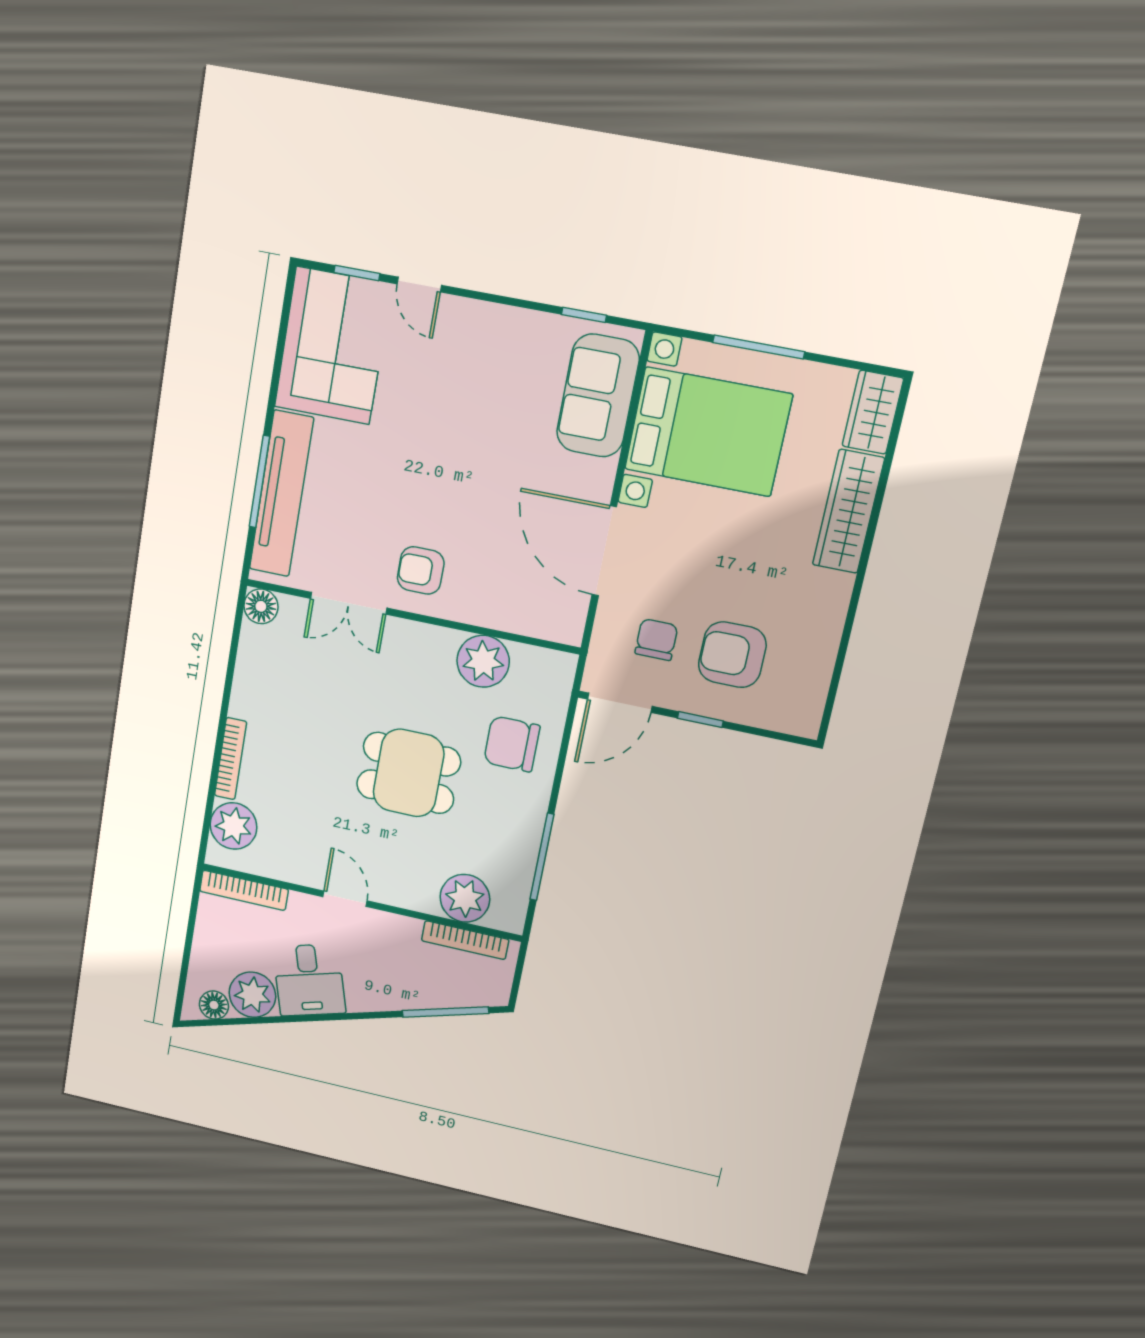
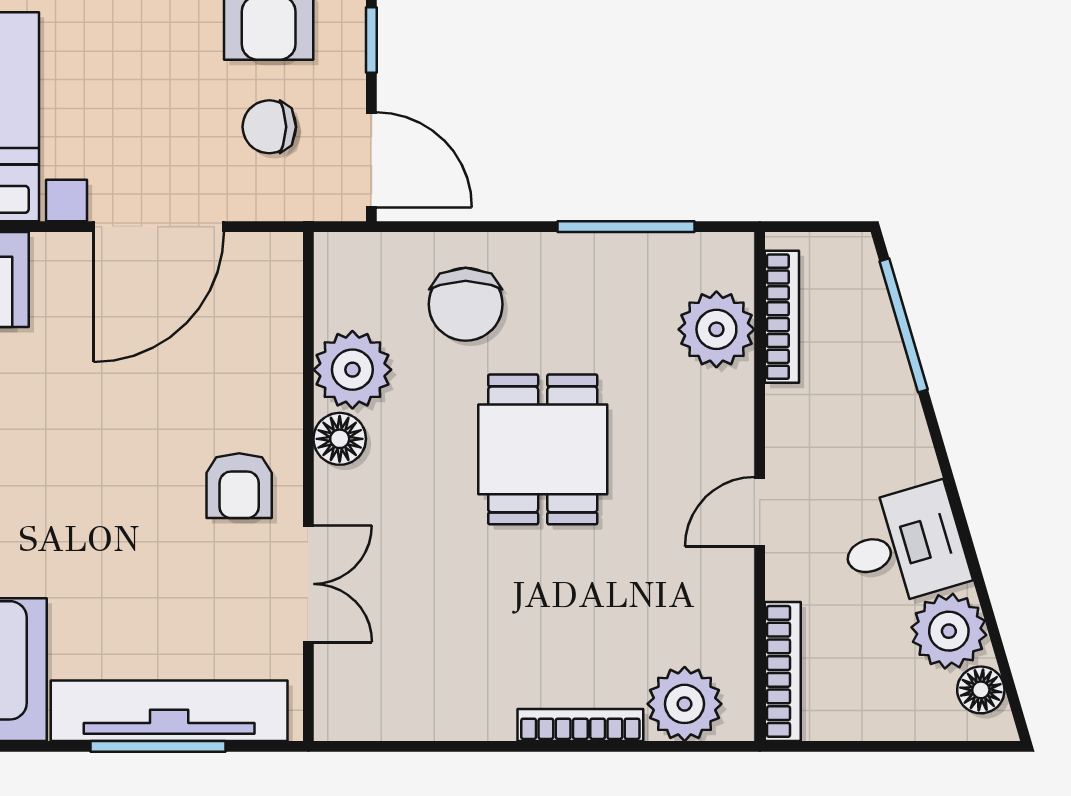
floor lamp: (261, 606) -> (340, 439), moved

